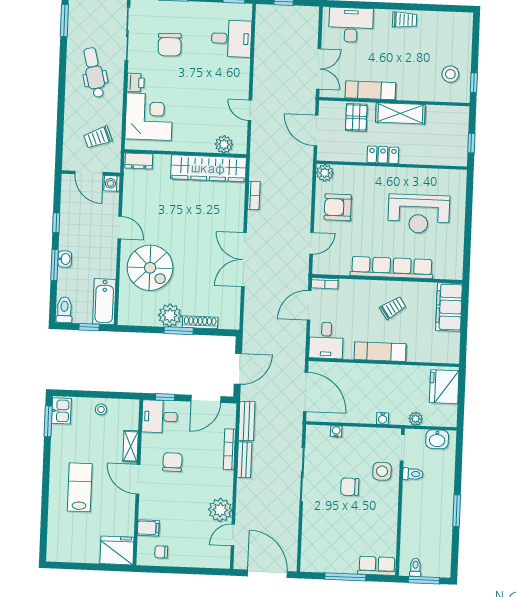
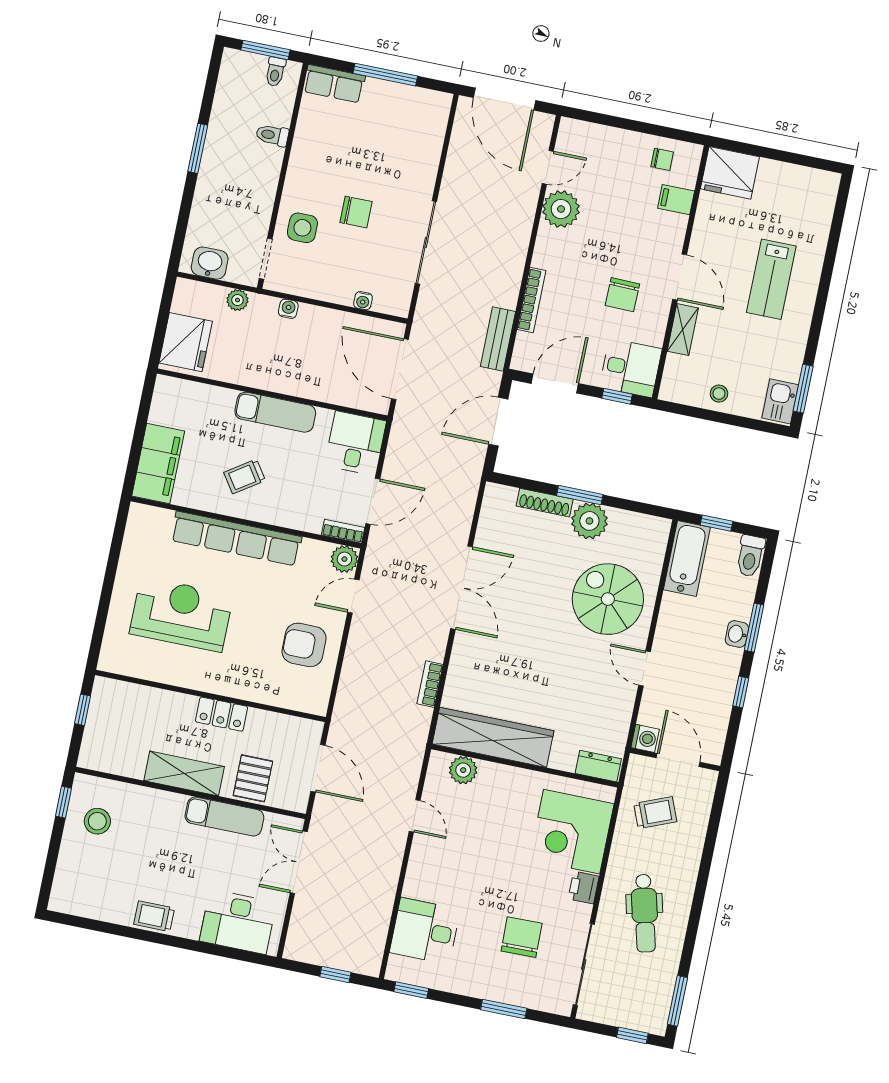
plant: (325, 173) -> (344, 559), moved
armchair: (338, 207) -> (304, 645), turned 180
bench: (244, 460) -> (511, 280), removed
toilet: (413, 474) -> (272, 135), moved

